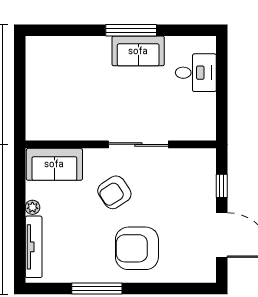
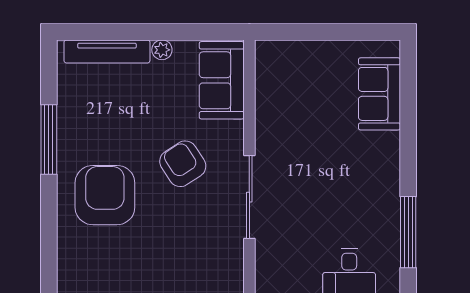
window: (131, 30) -> (408, 232), moved
sofa: (138, 51) -> (379, 94), moved

